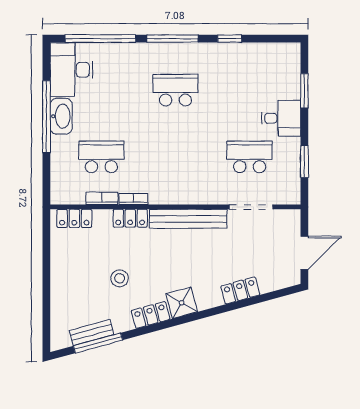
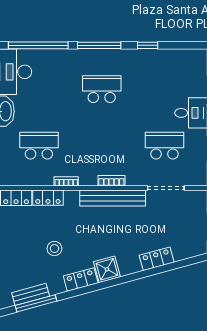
bookcase: (102, 198) -> (111, 181), moved
locker: (130, 218) -> (48, 198), moved

